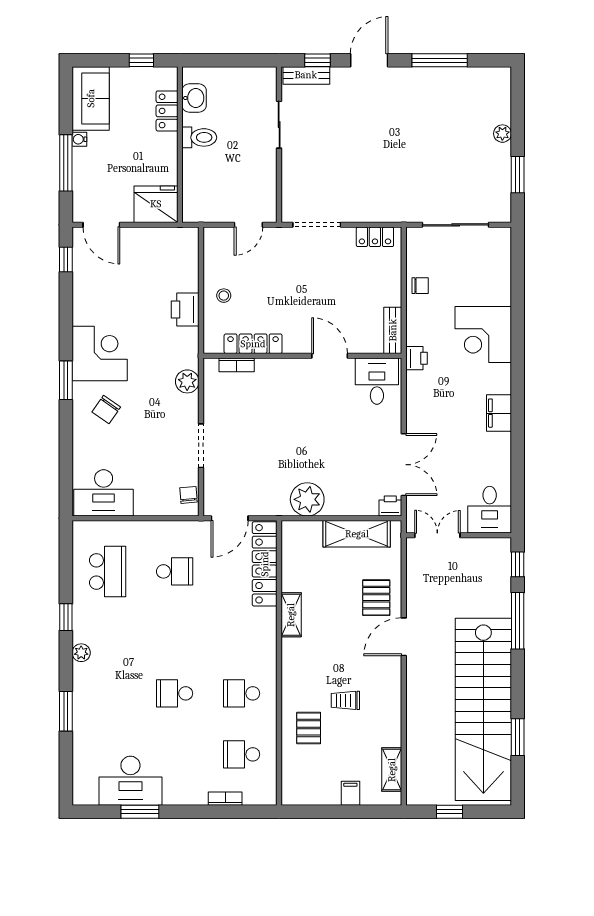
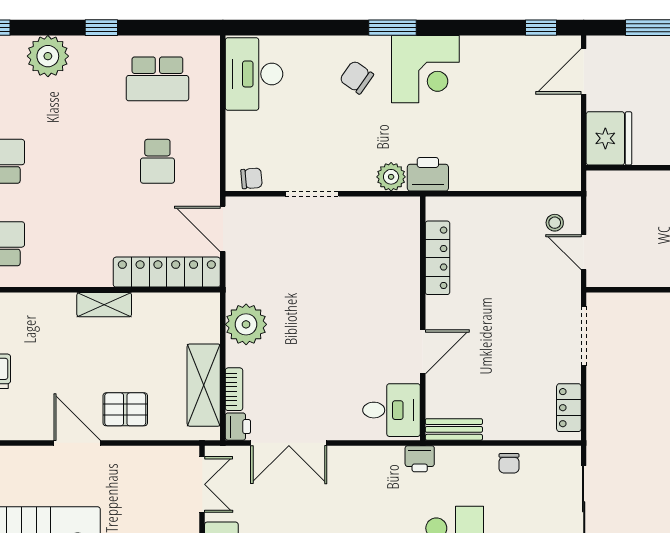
stool: (224, 296) -> (555, 223), moved
printer: (185, 309) -> (428, 174), moved
bookcase: (237, 365) -> (234, 389), moved, turned 180
plant: (81, 653) -> (48, 56), width x1.88, depth x1.88

